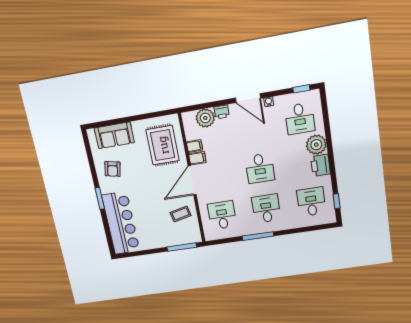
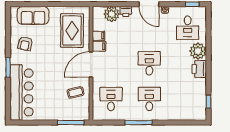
desk: (260, 168) -> (149, 63), turned 180
desk: (311, 202) -> (188, 99), removed

